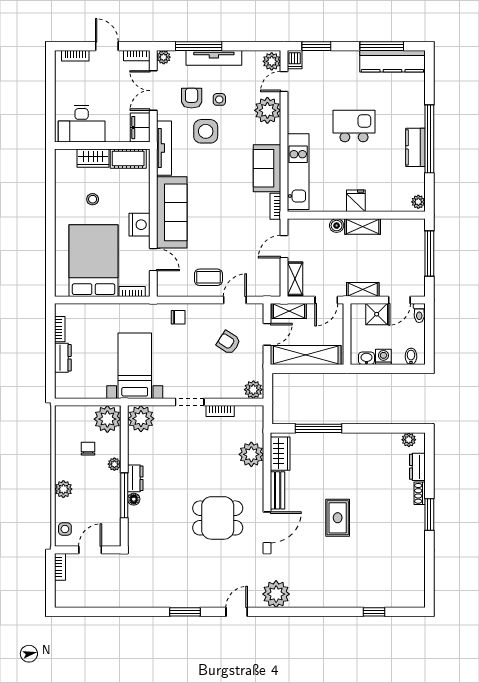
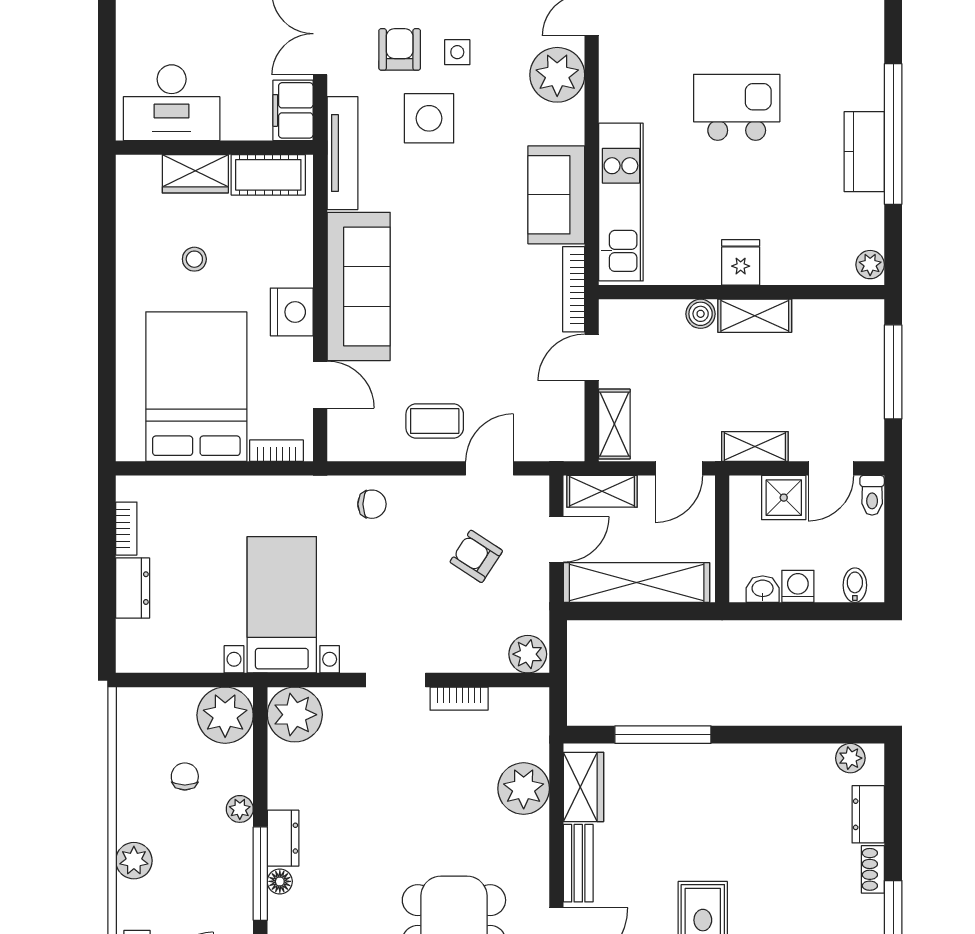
bookcase: (275, 206) -> (574, 289), width x1.56

